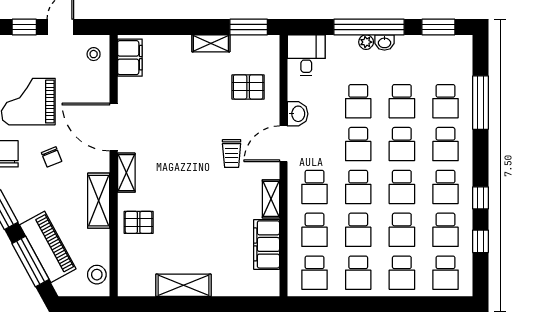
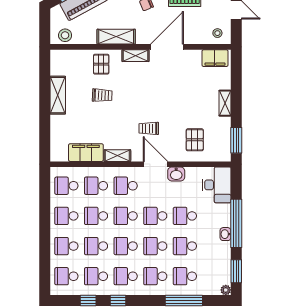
plant: (366, 42) -> (226, 290), moved
shelving: (211, 43) -> (225, 103), moved
desk: (306, 55) -> (217, 185), width x1.37
trolley: (184, 221) -> (102, 95), added

